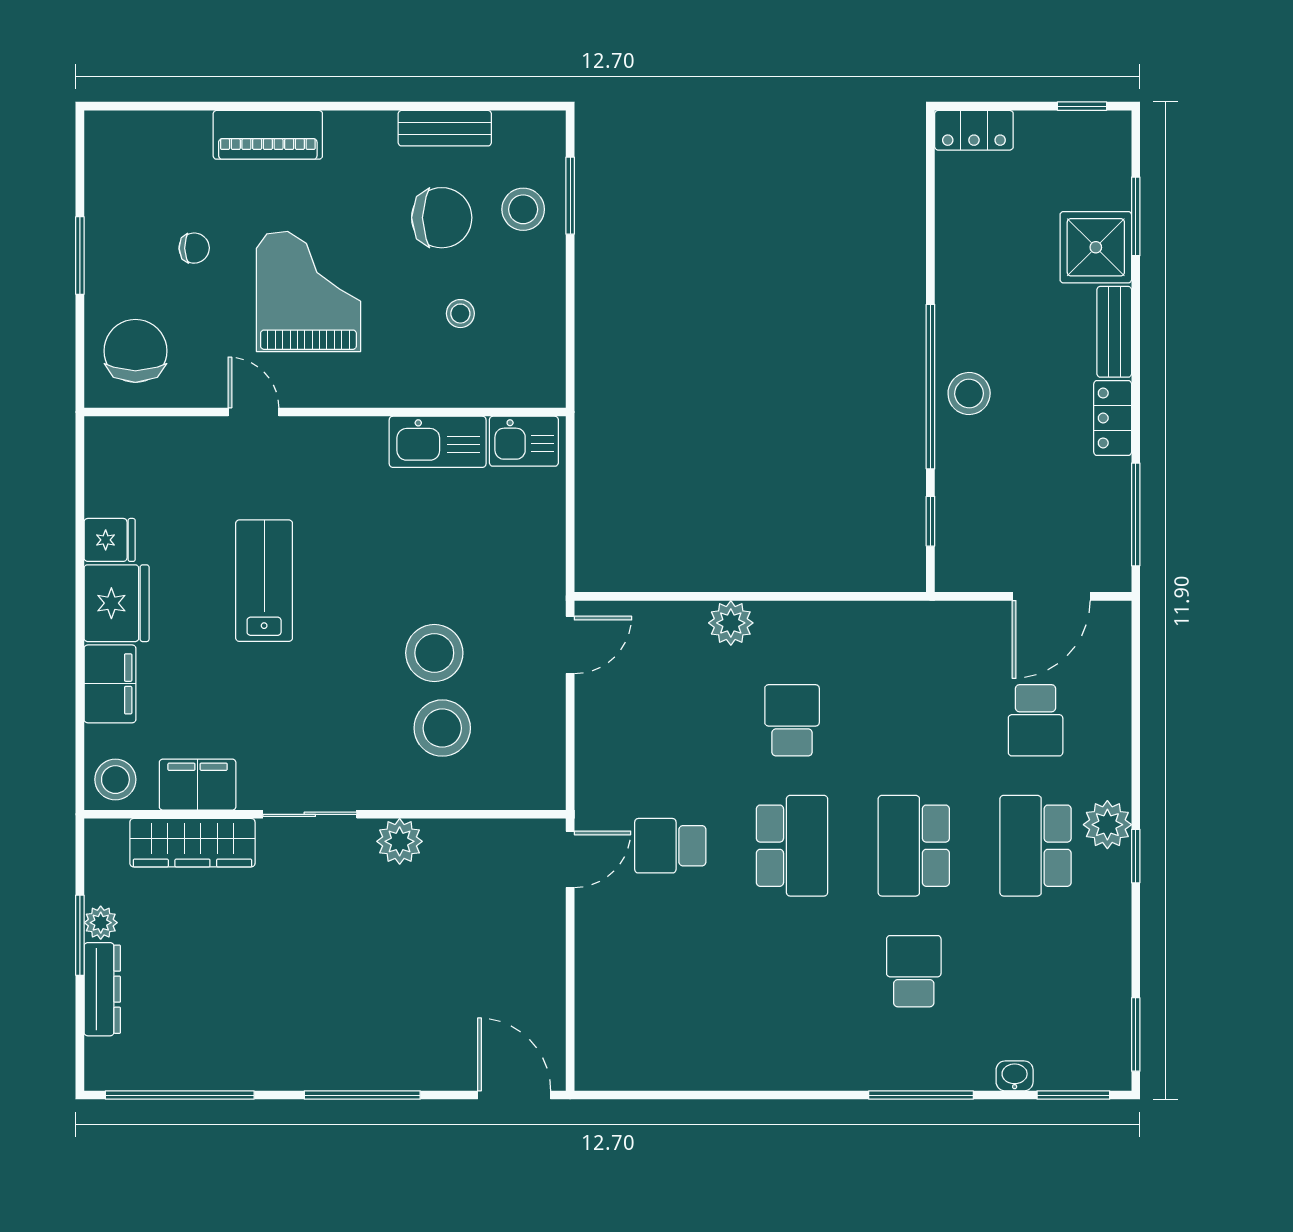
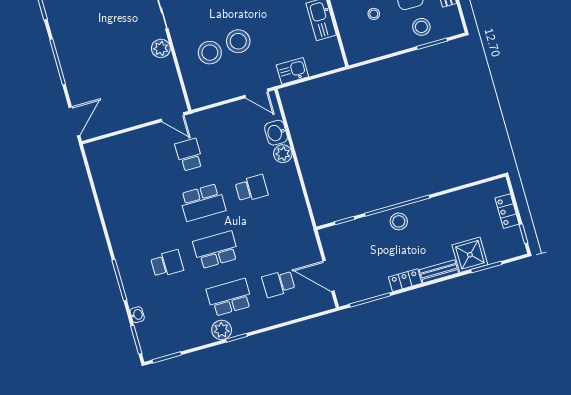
locker: (974, 130) -> (507, 211), moved
kitchen sink: (524, 441) -> (292, 71), moved, turned 90
washbasin: (676, 625) -> (276, 133), added
plant: (1107, 825) -> (222, 330), moved

